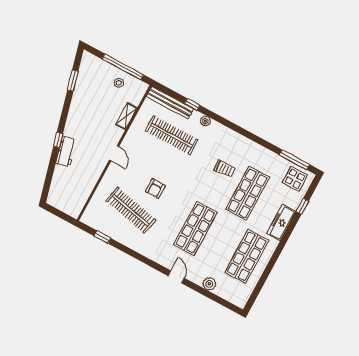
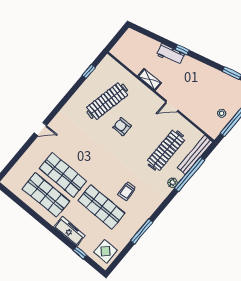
window: (192, 104) -> (189, 174), width x3.17
shelving: (126, 116) -> (150, 79), moved
door: (114, 153) -> (172, 106), moved
window: (294, 160) -> (142, 231), moved
shop shelf: (195, 228) -> (63, 175), moved
plant: (209, 284) -> (28, 157), removed

